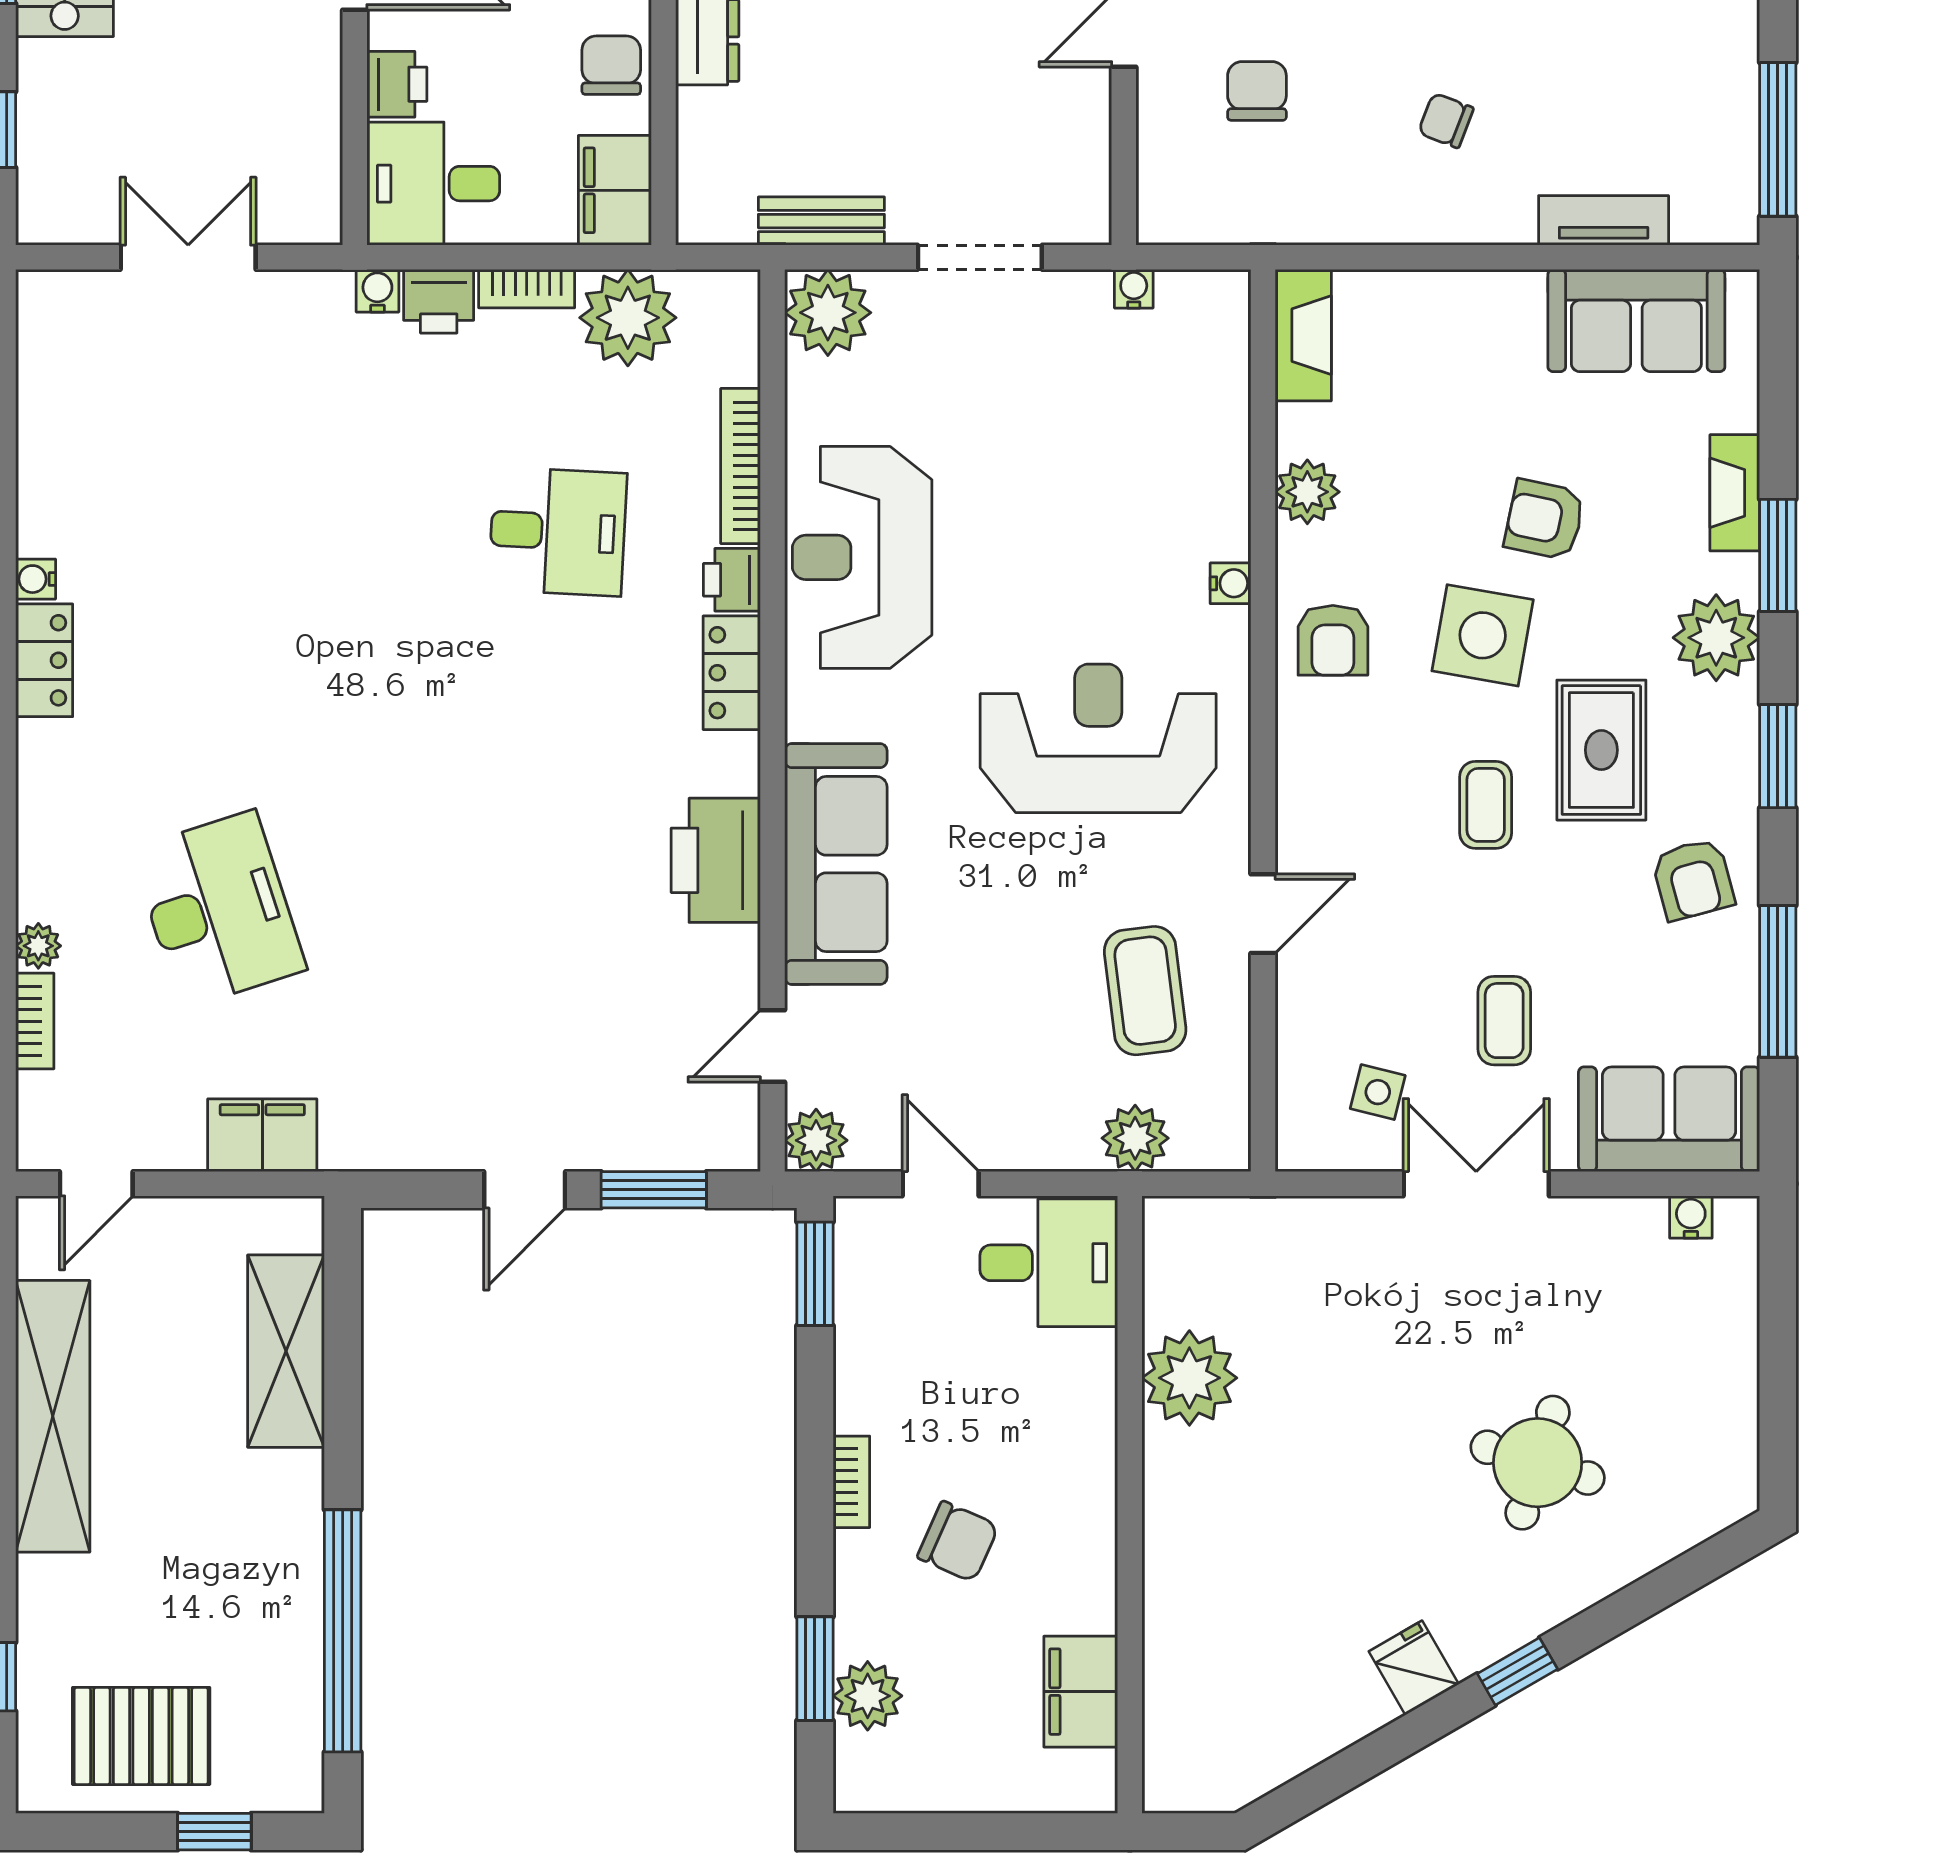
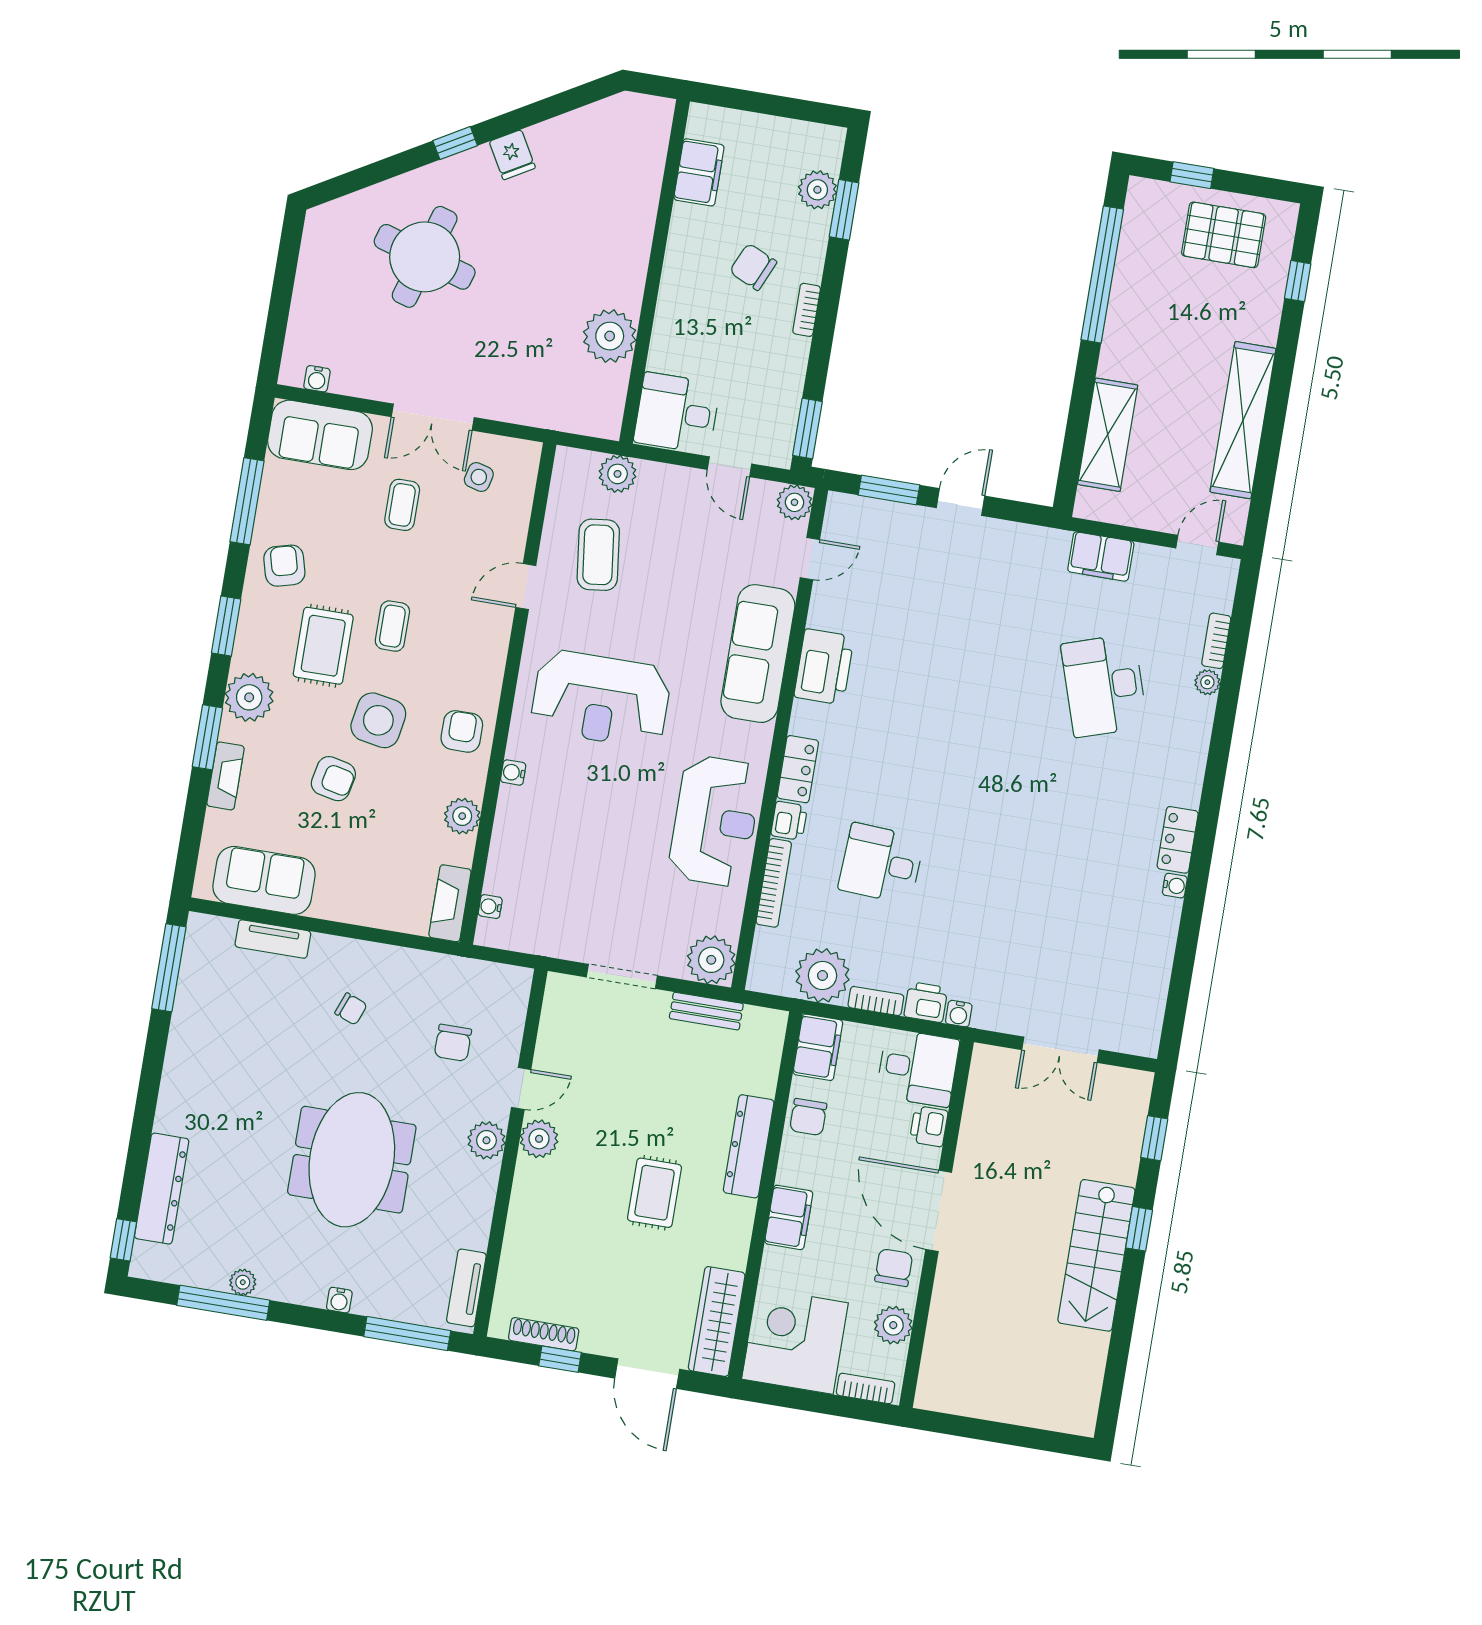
water cooler: (1134, 289) -> (490, 907), moved, turned 90
round table: (1538, 1463) -> (425, 257), width x1.36, depth x1.36

